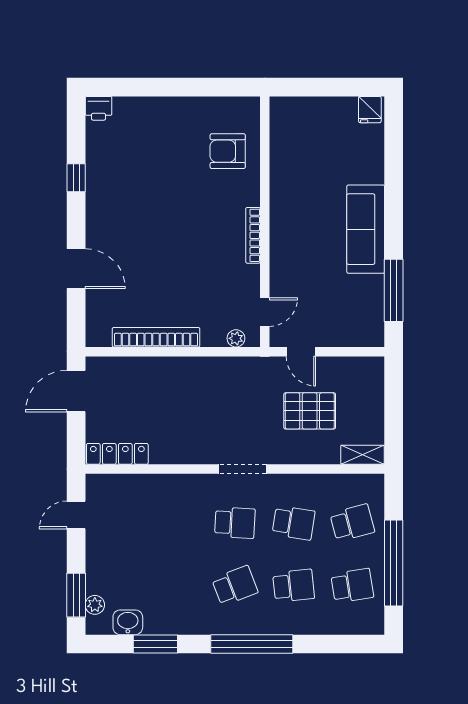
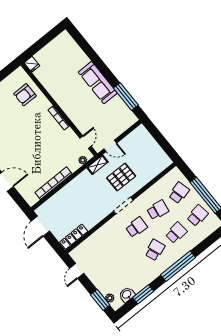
fridge: (370, 110) -> (32, 64), moved
pallet: (310, 411) -> (121, 177), moved
shelving: (362, 455) -> (97, 165), moved

